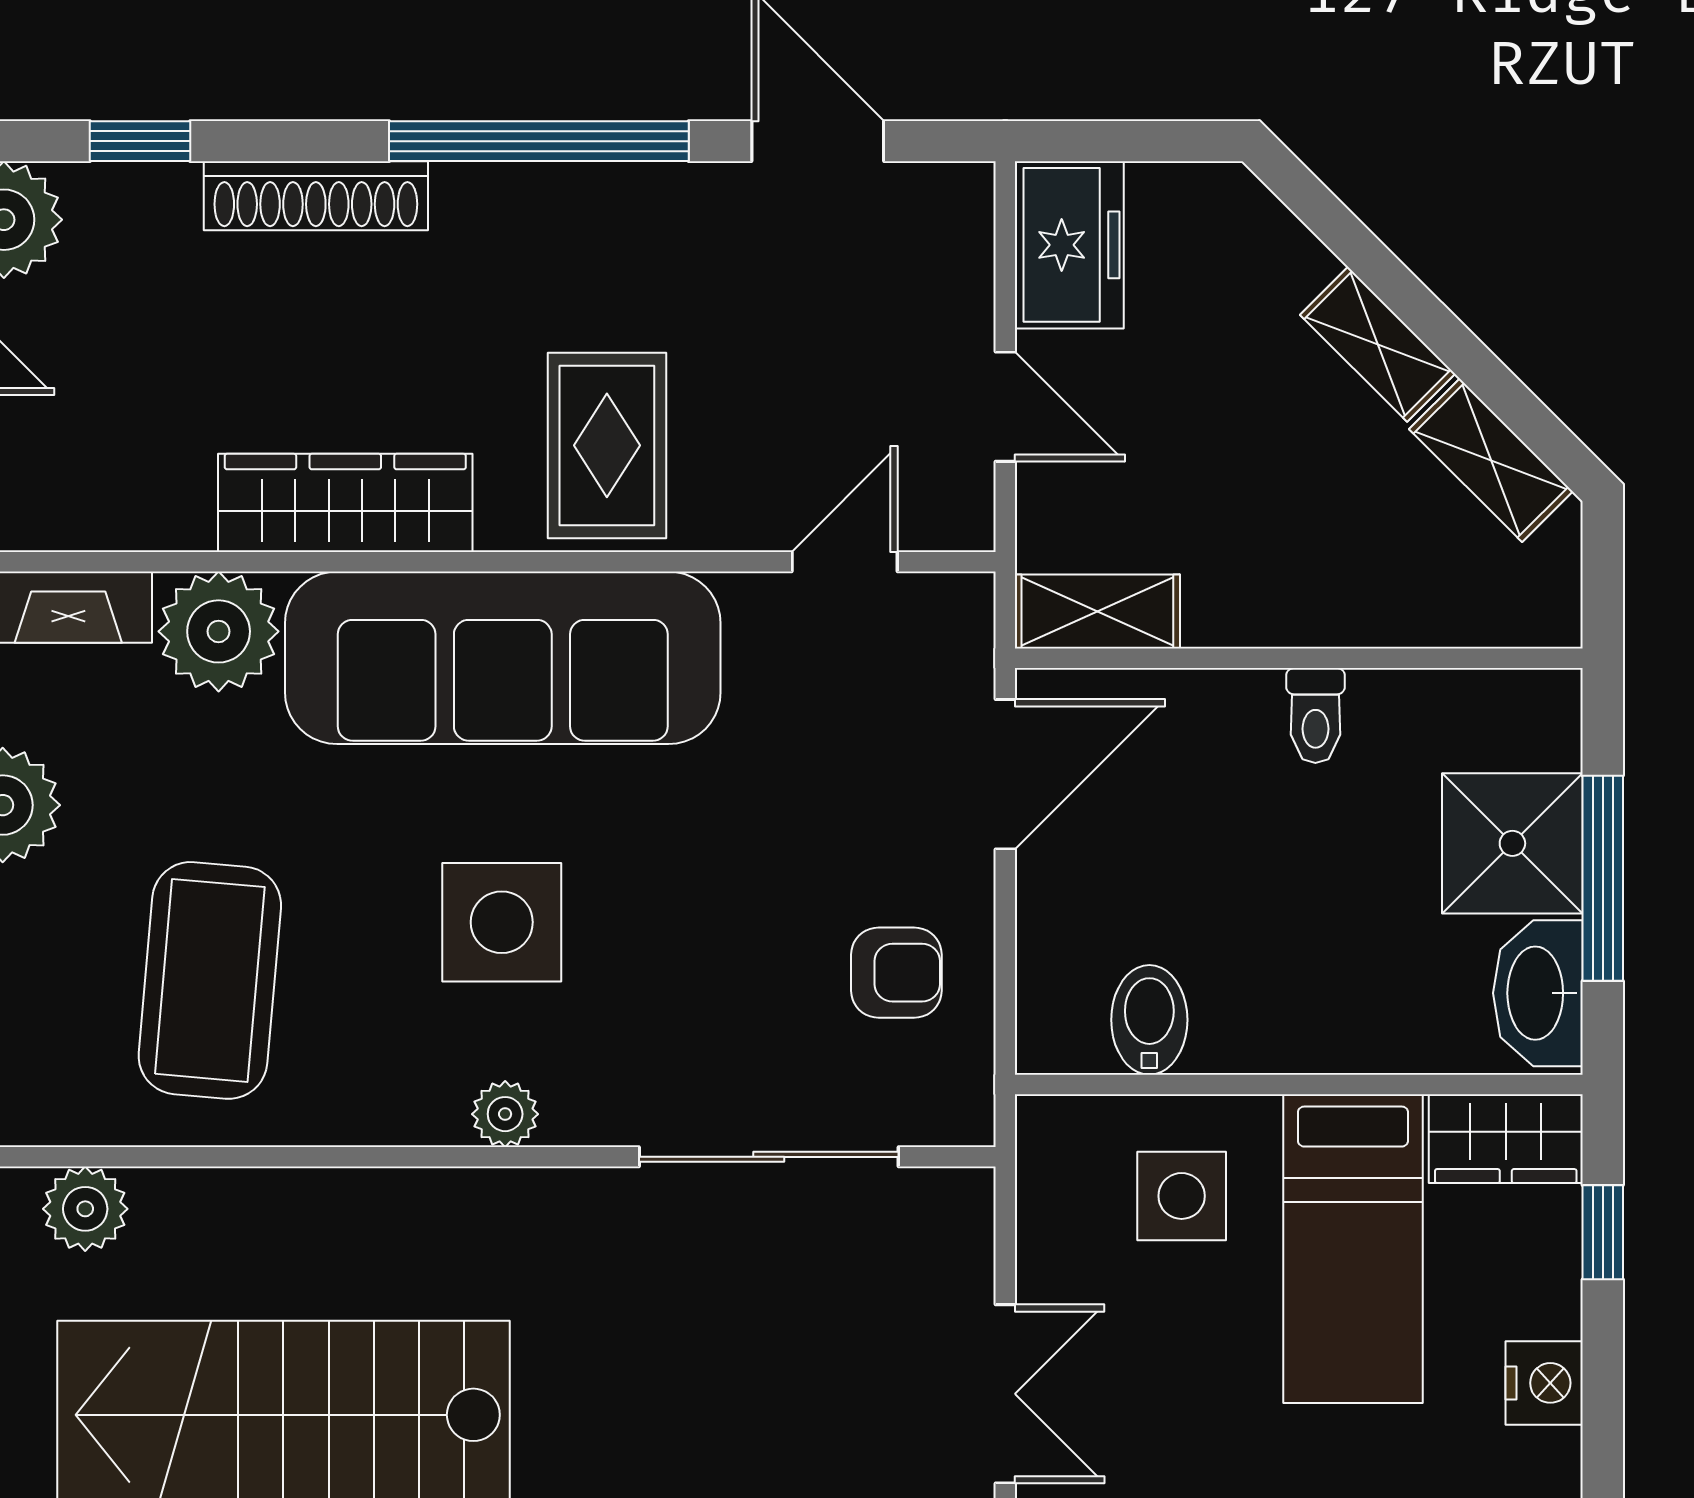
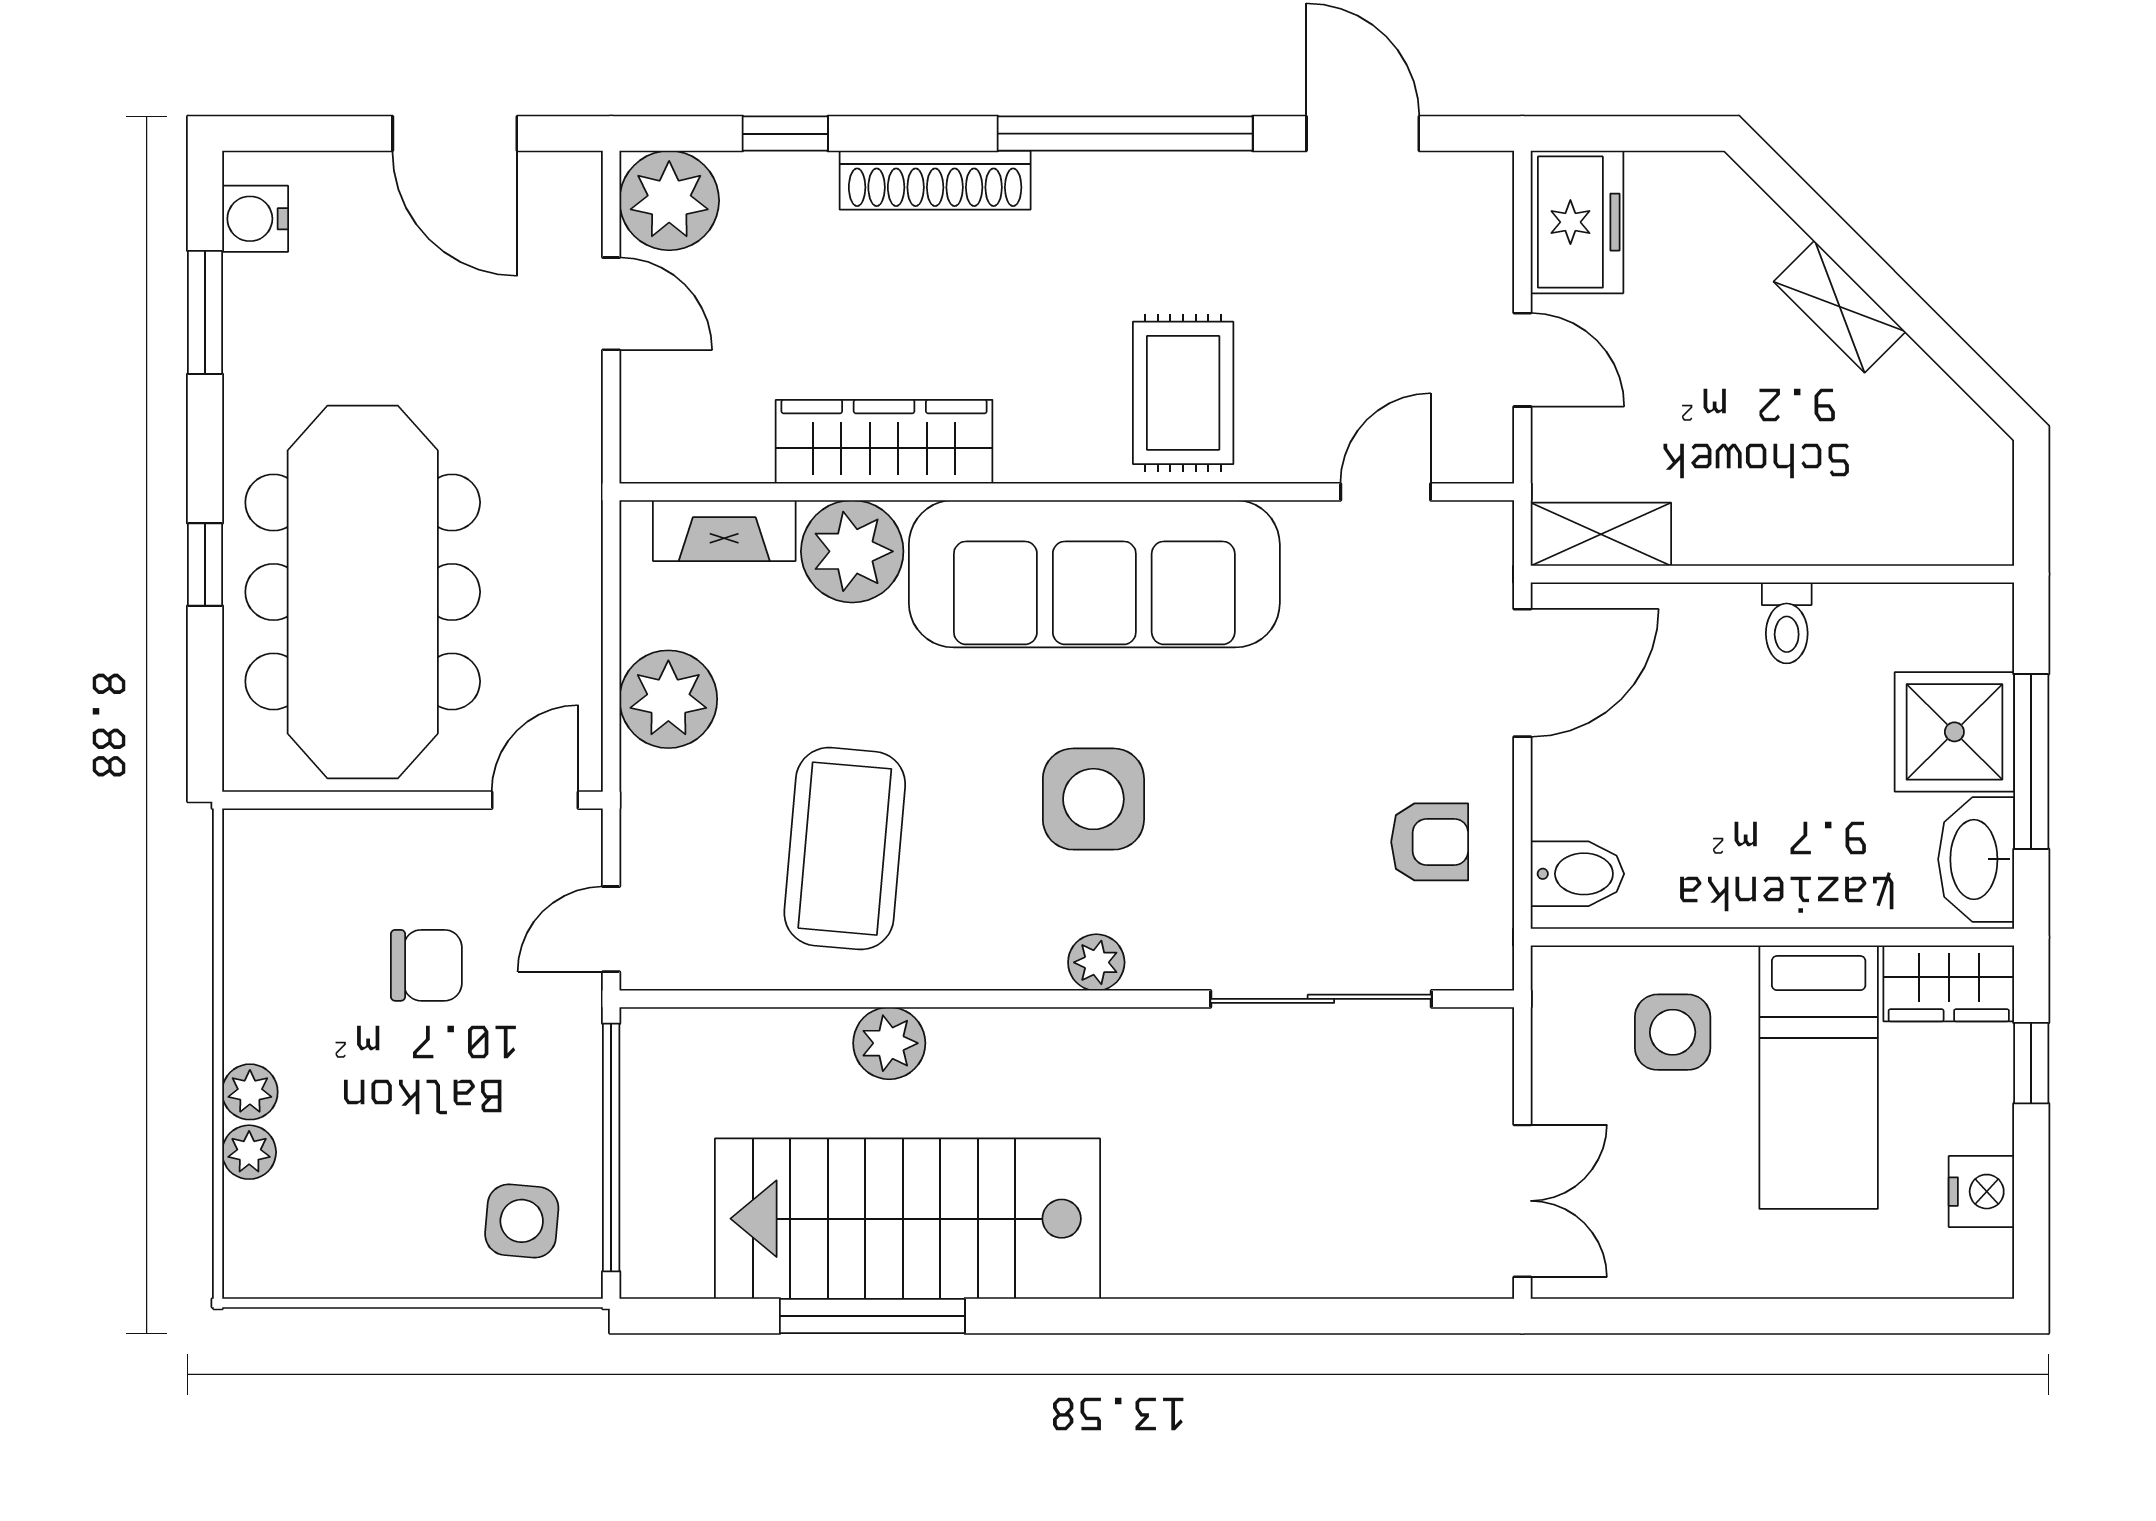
shelving: (1491, 460) -> (1936, 405), removed
wardrobe: (345, 503) -> (884, 442), moved
bidet: (1149, 1020) -> (1577, 874), moved, turned 90
plant: (85, 1209) -> (889, 1043), moved

